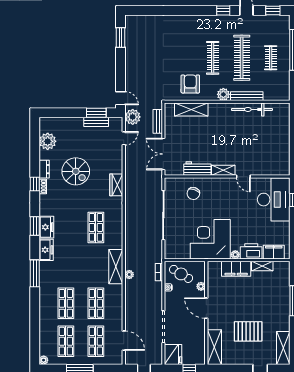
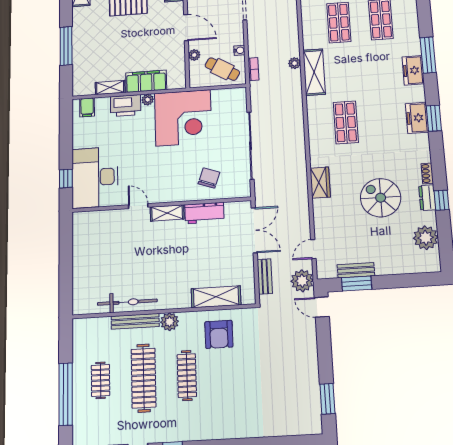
window: (35, 184) -> (441, 200), moved
freezer: (46, 250) -> (413, 70), moved
filing cabinet: (274, 252) -> (87, 107), width x0.50

